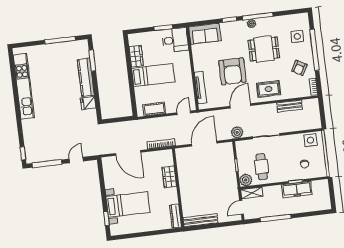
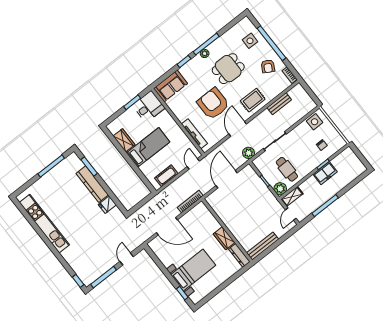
armchair: (232, 71) -> (213, 104), turned 180
wardrobe: (169, 177) -> (224, 238), moved
freezer: (297, 190) -> (325, 173), width x0.71

